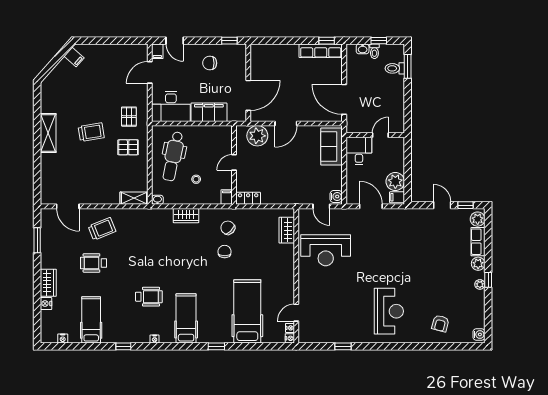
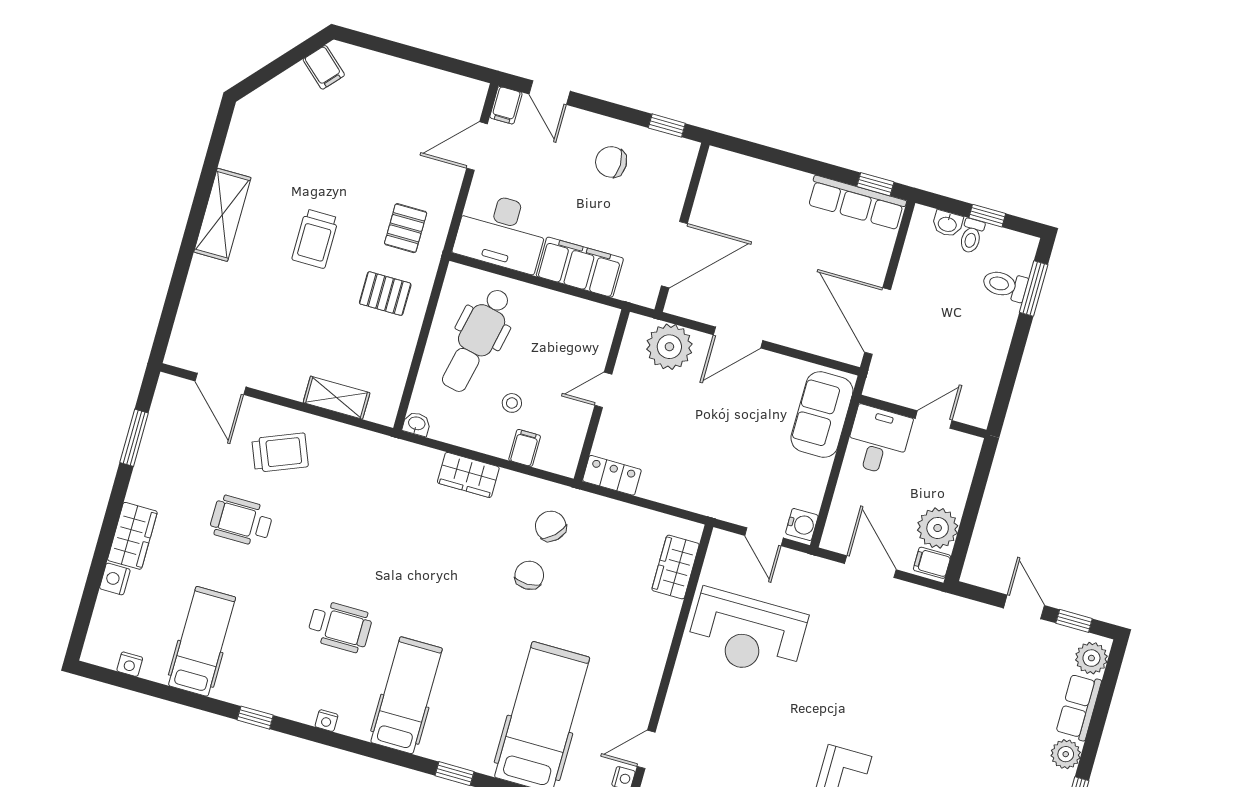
trolley: (91, 132) -> (315, 239), turned 99
filing cabinet: (227, 197) -> (525, 448), moved
shelving: (134, 198) -> (337, 398), moved

